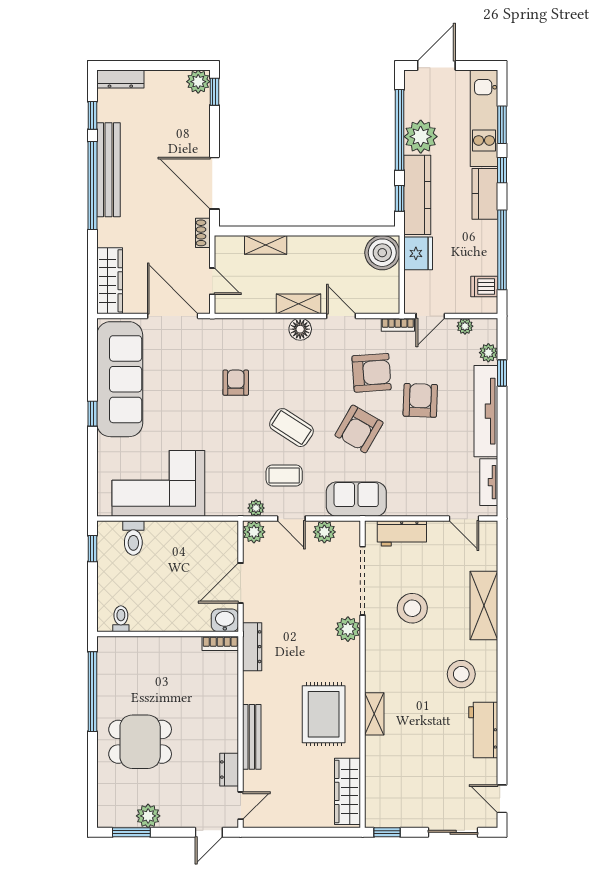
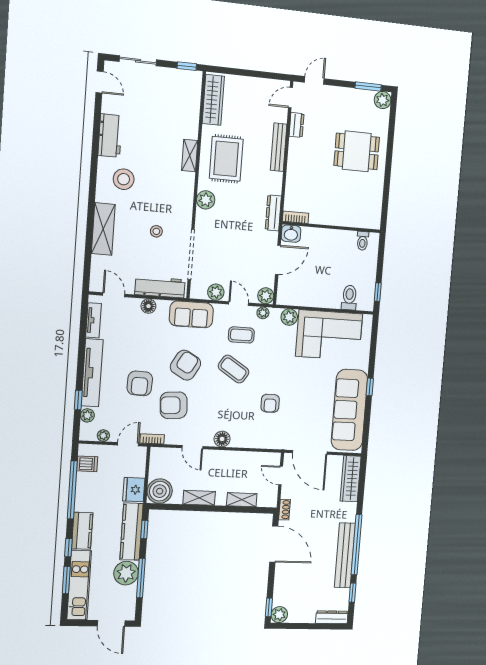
door: (436, 65) -> (111, 623), hinge flipped
window: (400, 130) -> (141, 578), width x0.68
shelving: (299, 304) -> (199, 498), moved
plant: (218, 505) -> (289, 317), added
floor lamp: (416, 506) -> (148, 306), added
workbench: (402, 533) -> (160, 287), width x1.37
stool: (412, 608) -> (156, 231), width x0.53, depth x0.53
plant: (348, 629) -> (206, 200), moved
window: (92, 692) -> (386, 191), removed
plant: (148, 816) -> (383, 100), moved

